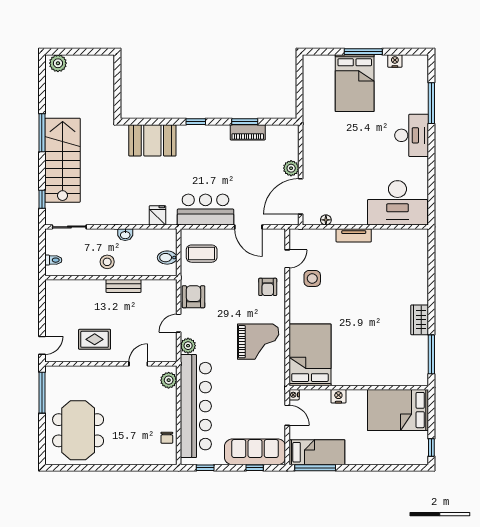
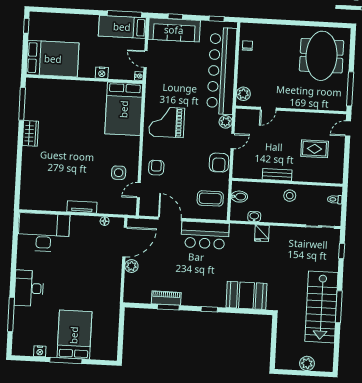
plant: (58, 63) -> (307, 363), moved
stairs: (63, 160) -> (321, 307), moved
fridge: (158, 215) -> (262, 233), moved
washbasin: (125, 235) -> (254, 217), moved
rug: (95, 339) -> (315, 149), moved

